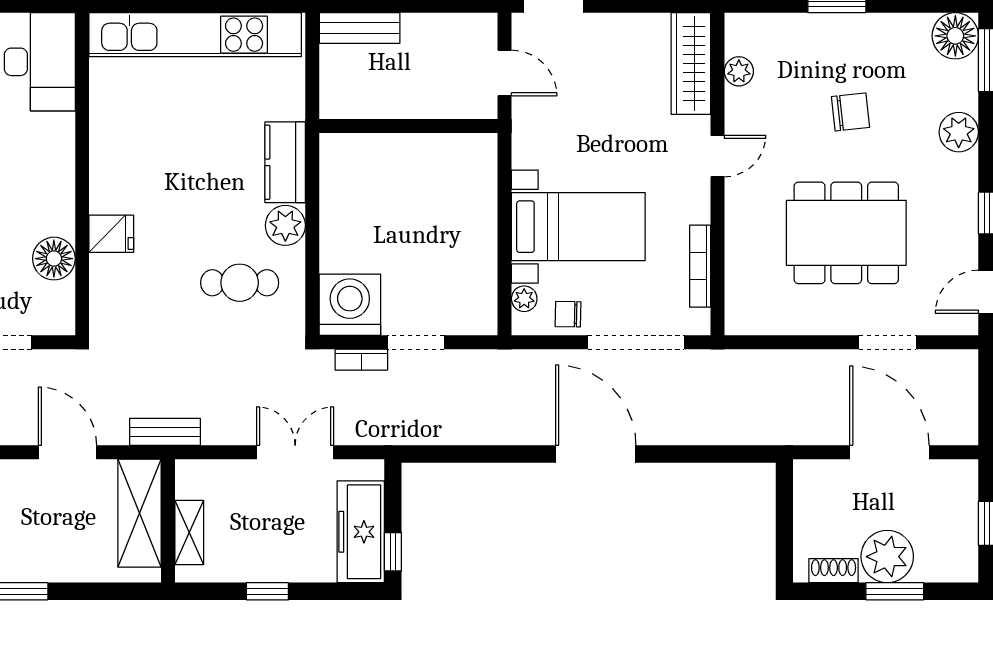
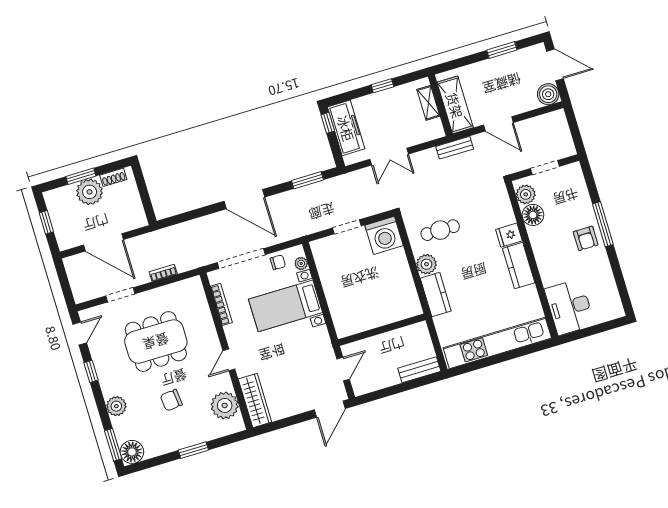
plant: (739, 71) -> (225, 405), width x1.87, depth x1.87
door: (505, 73) -> (343, 369), swing flipped
kitchen counter: (110, 170) -> (519, 266), added
plant: (56, 302) -> (526, 194), added
bookcase: (361, 360) -> (163, 273), moved
window: (465, 454) -> (307, 180), added

